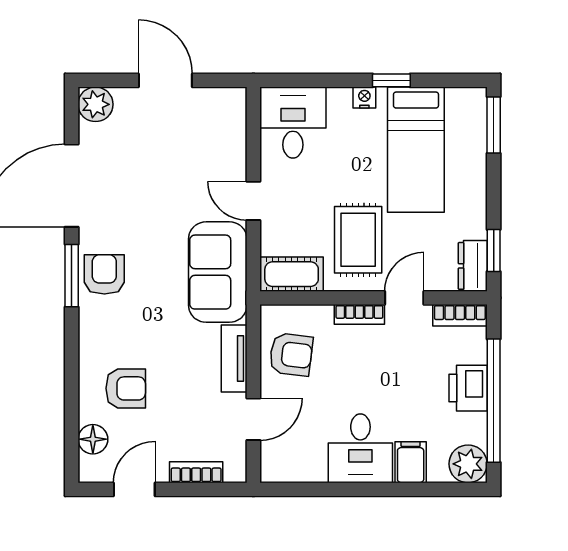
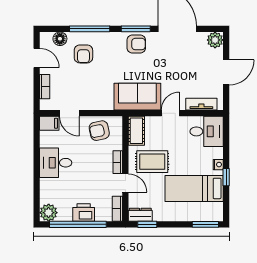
armchair: (291, 354) -> (99, 131), turned 71
tv unit: (234, 358) -> (201, 104), moved
window: (72, 375) -> (90, 29), added
filing cabinet: (411, 462) -> (49, 123), moved

